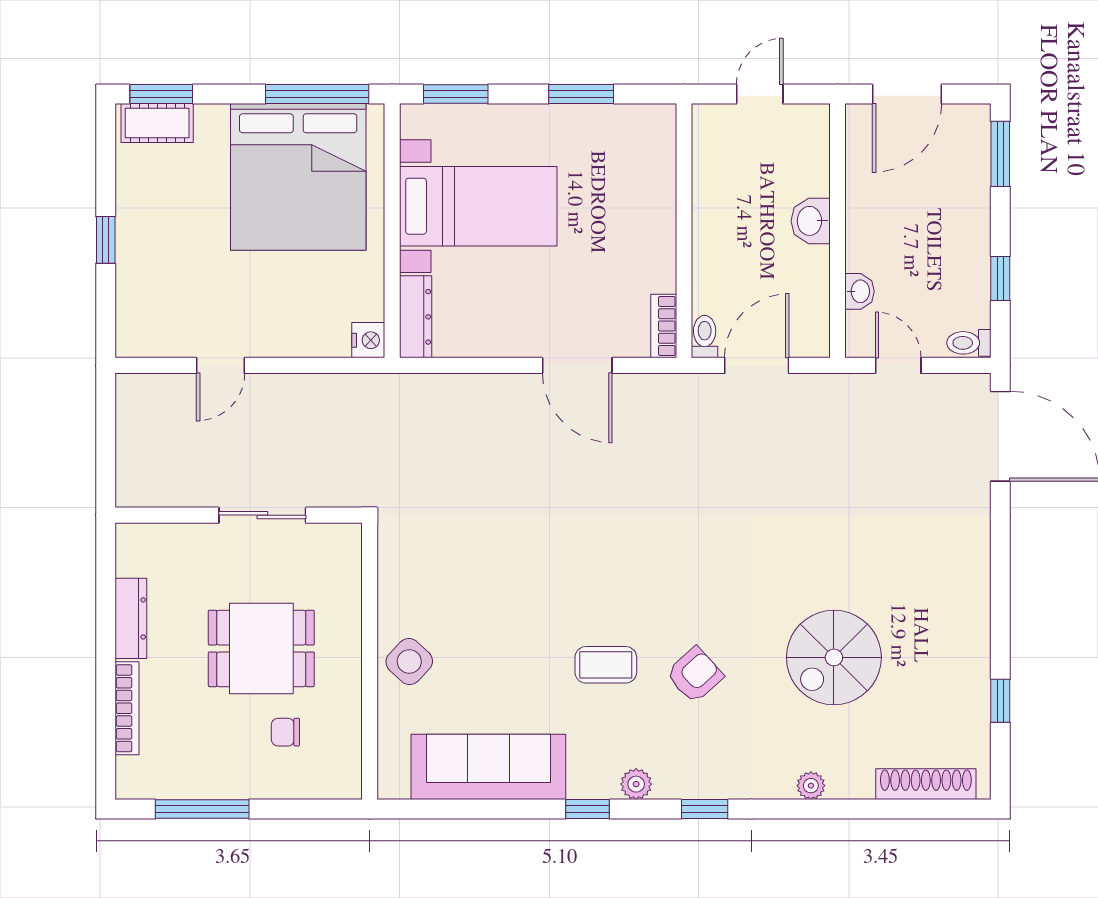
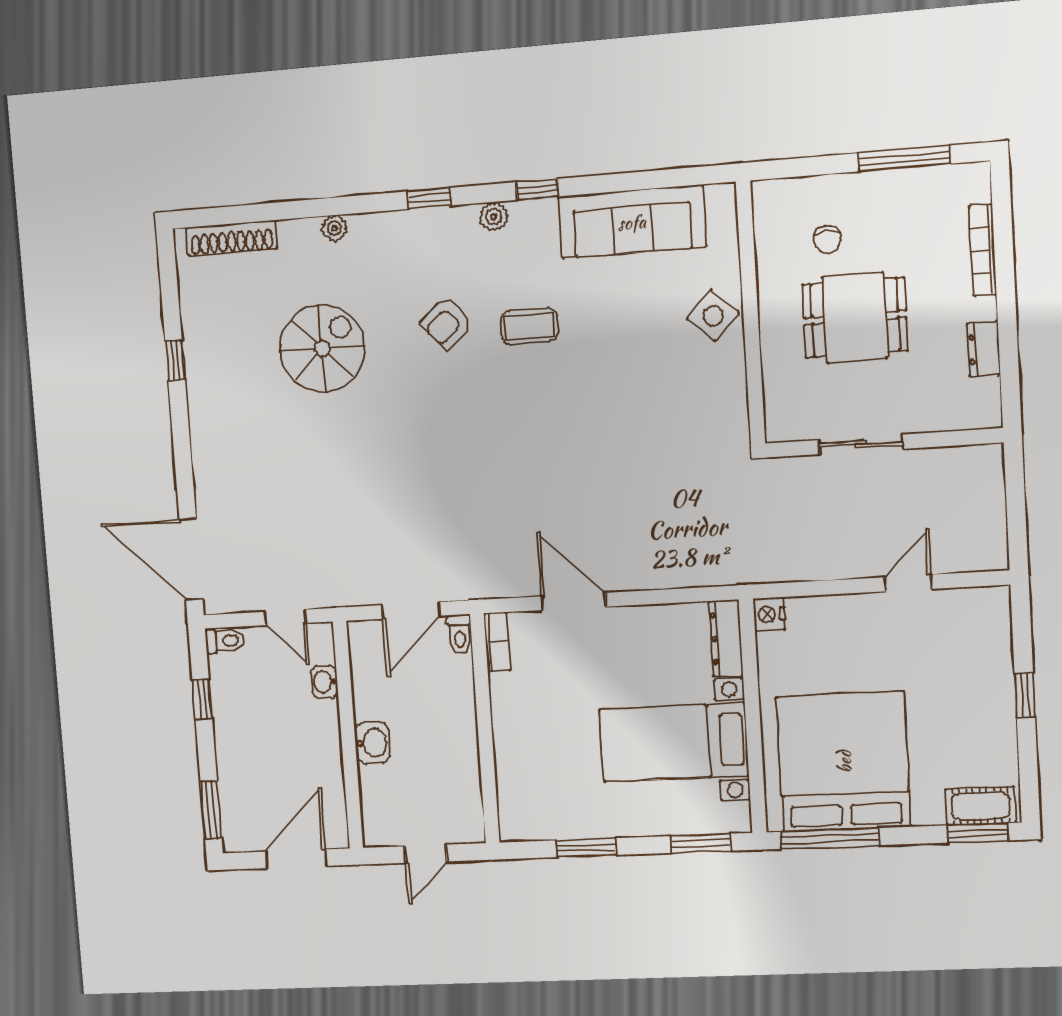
dresser: (131, 618) -> (984, 349), width x0.70
window: (1000, 701) -> (175, 360), moved
chair: (285, 732) -> (827, 239), turned 90

